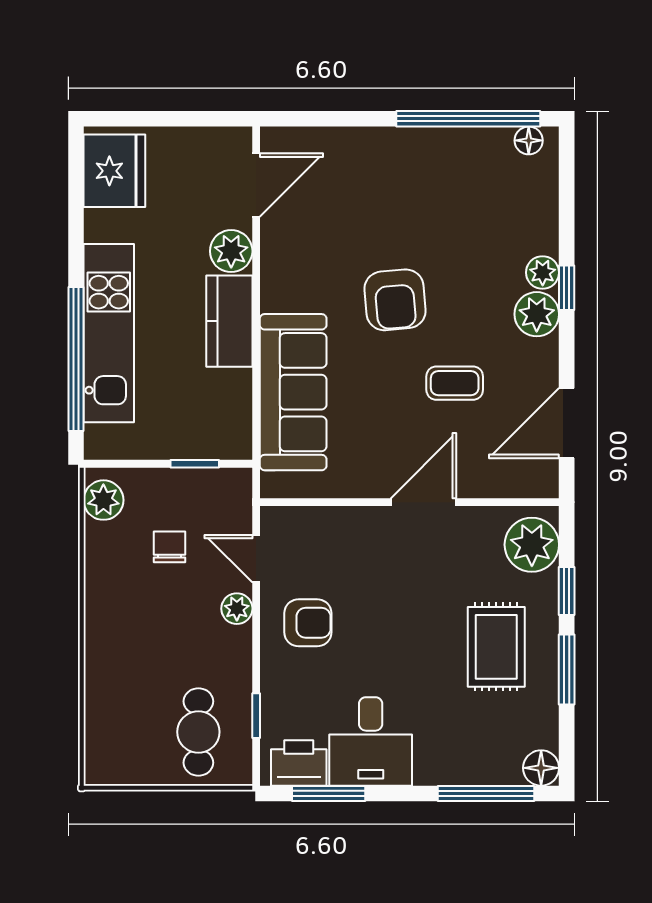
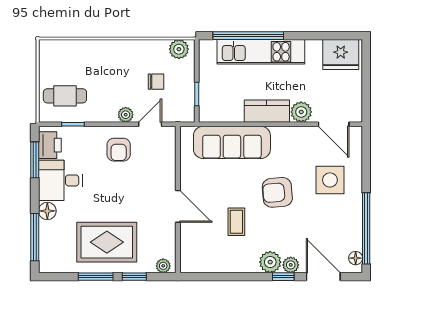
side table: (370, 193) -> (330, 180), added
door: (567, 423) -> (323, 277), moved
plant: (532, 545) -> (163, 266), width x0.53, depth x0.53
rug: (496, 647) -> (107, 242), width x1.36, depth x1.43
floor lamp: (541, 768) -> (47, 211), moved

